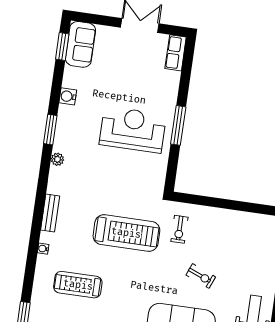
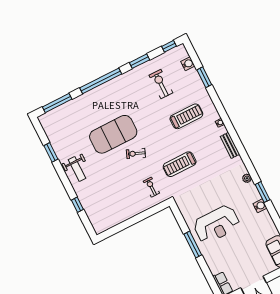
water cooler: (68, 96) -> (260, 206), moved
treadmill: (126, 233) -> (180, 164), width x0.73, depth x0.73
exercise bike: (201, 276) -> (136, 153), moved

